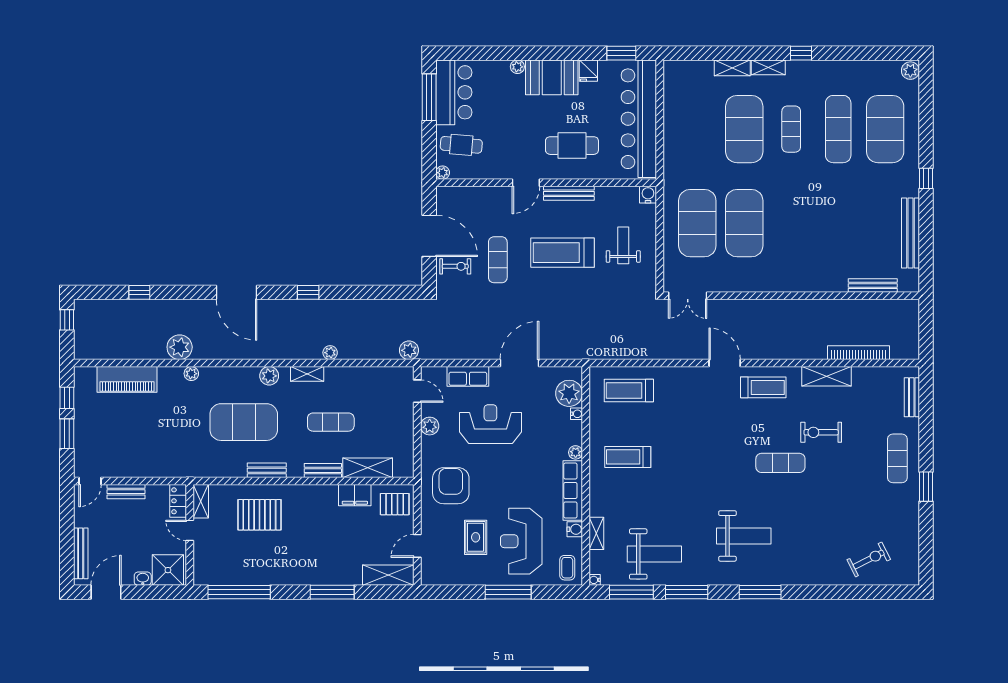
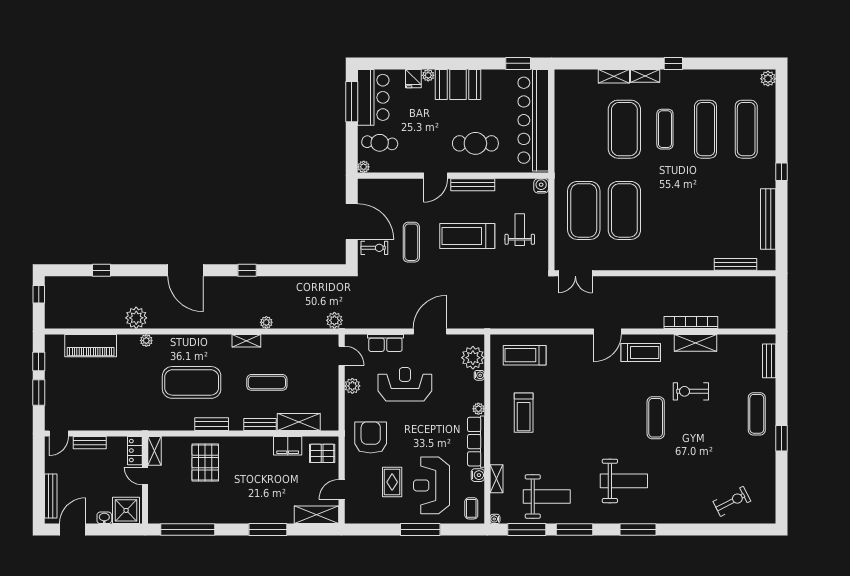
fridge: (588, 71) -> (413, 79), moved
exercise mat: (885, 129) -> (746, 129), width x0.68
bookcase: (859, 353) -> (691, 322), moved
door: (725, 363) -> (607, 331), swing flipped
plant: (269, 376) -> (214, 342), removed
treadmill: (628, 457) -> (524, 413), turned -90
exercise mat: (780, 463) -> (656, 418), turned 90
pallet: (259, 515) -> (205, 463), turned 90

